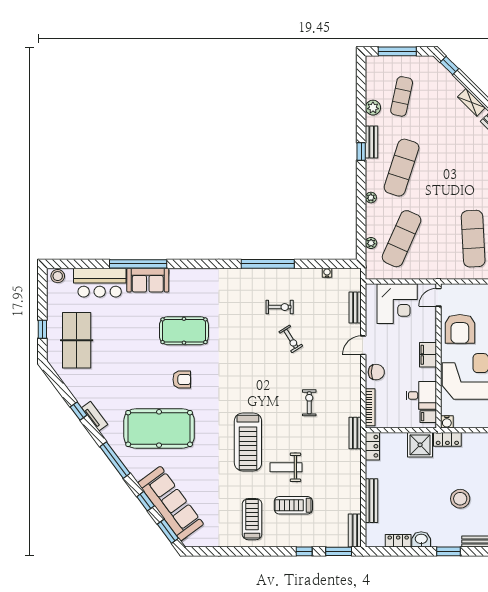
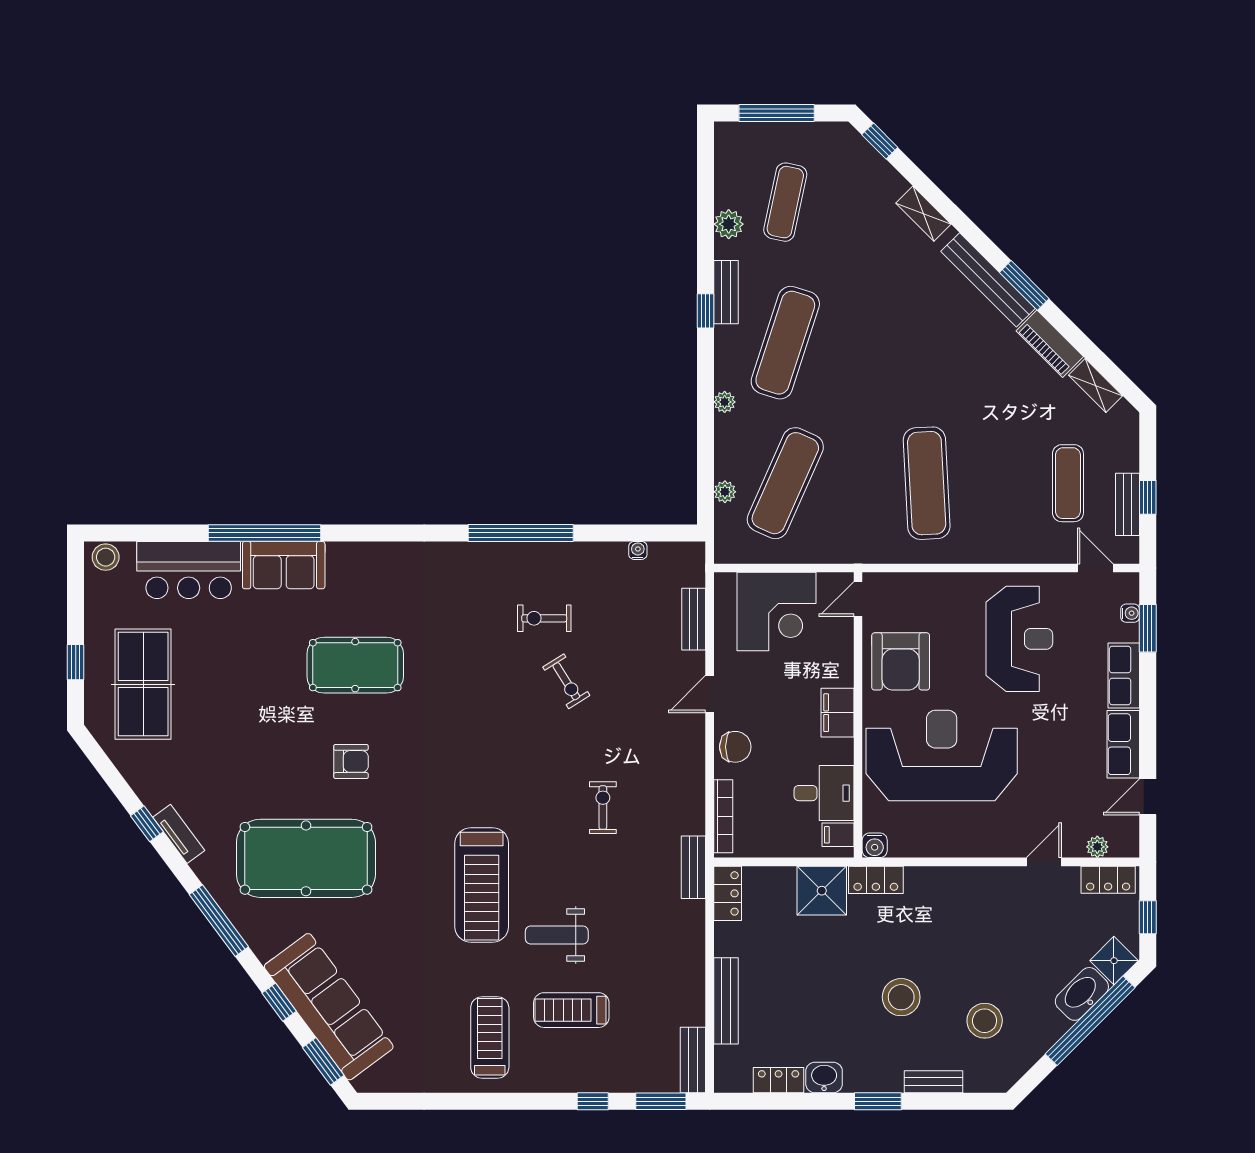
exercise bike: (280, 307) -> (544, 618), turned 180

